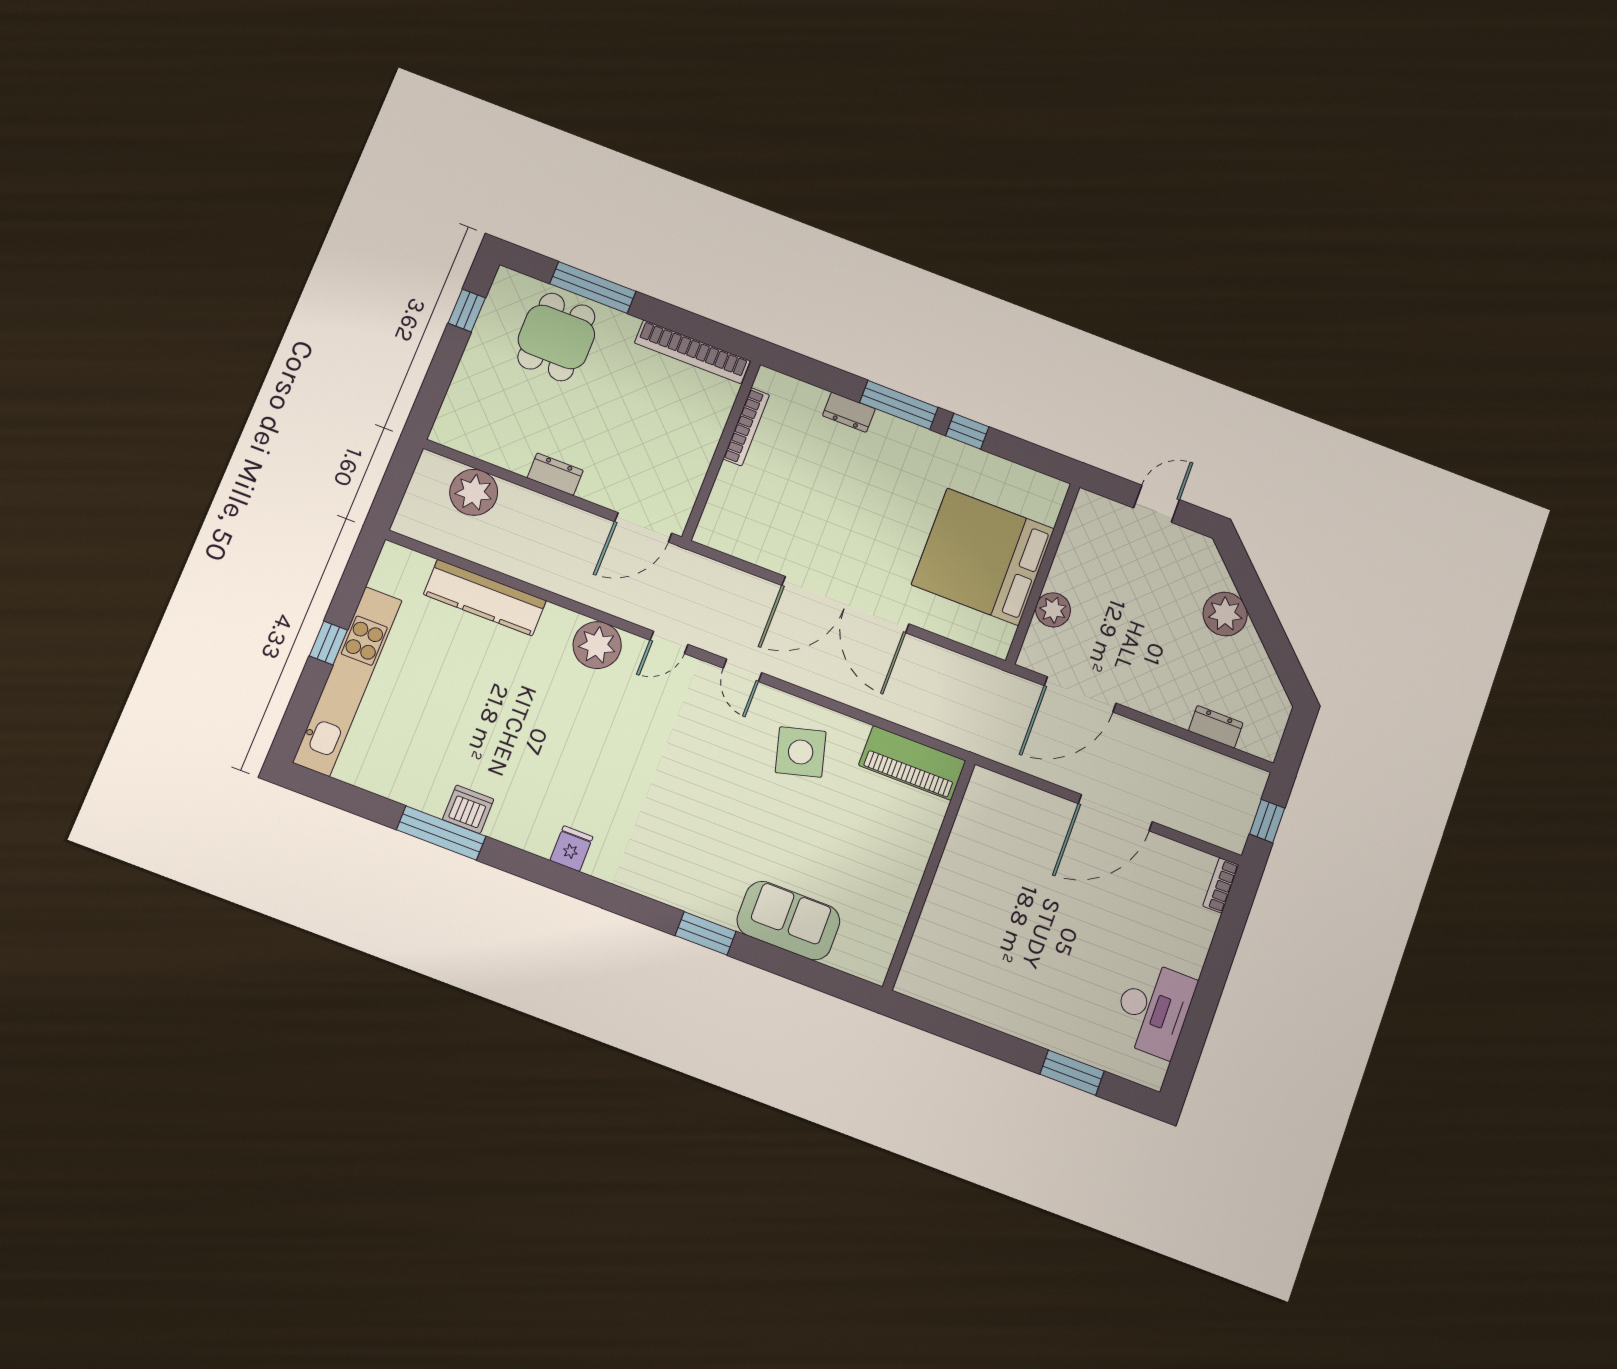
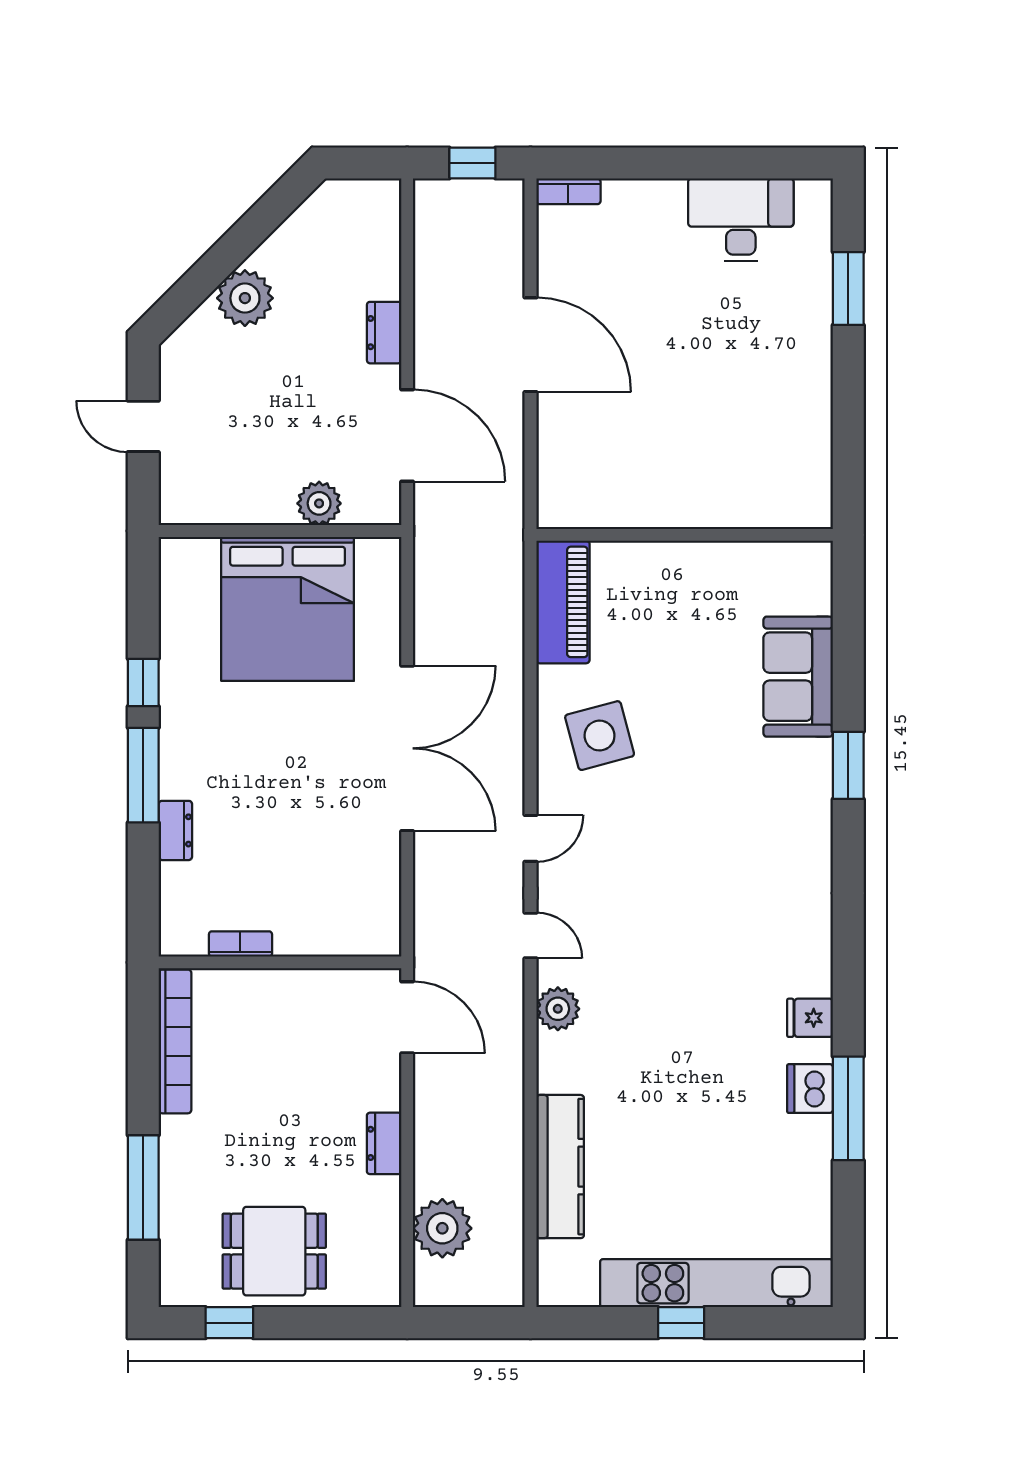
dining table: (556, 337) -> (274, 1251), moved
bookcase: (746, 427) -> (240, 944), width x0.64
plant: (597, 645) -> (558, 1009), width x0.73, depth x0.73
dresser: (1216, 727) -> (384, 333), moved
fridge: (571, 849) -> (810, 1018), moved

